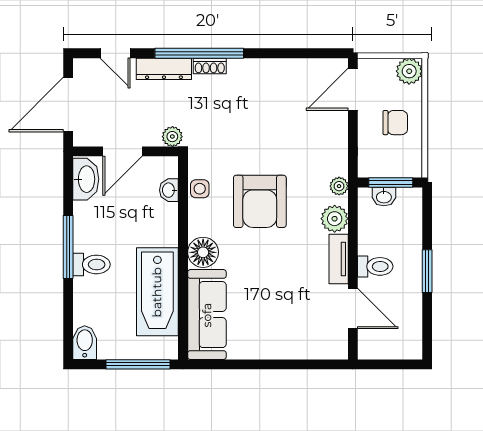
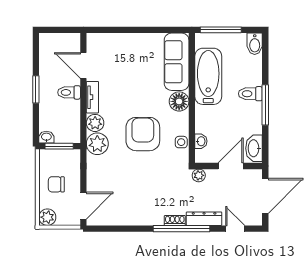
plant: (339, 186) -> (97, 144), width x1.88, depth x1.88
washbasin: (384, 197) -> (46, 137), moved

